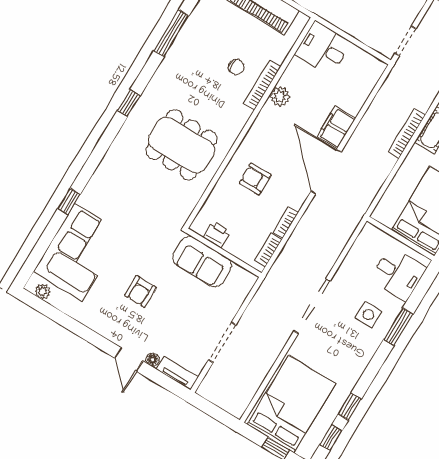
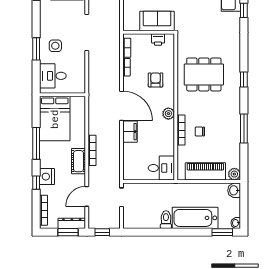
plant: (280, 96) -> (168, 114), moved
armchair: (255, 179) -> (156, 80), turned -90

